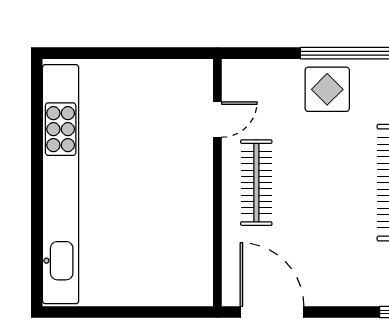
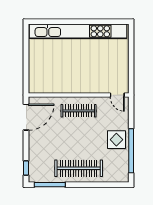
door: (217, 120) -> (117, 95), moved

